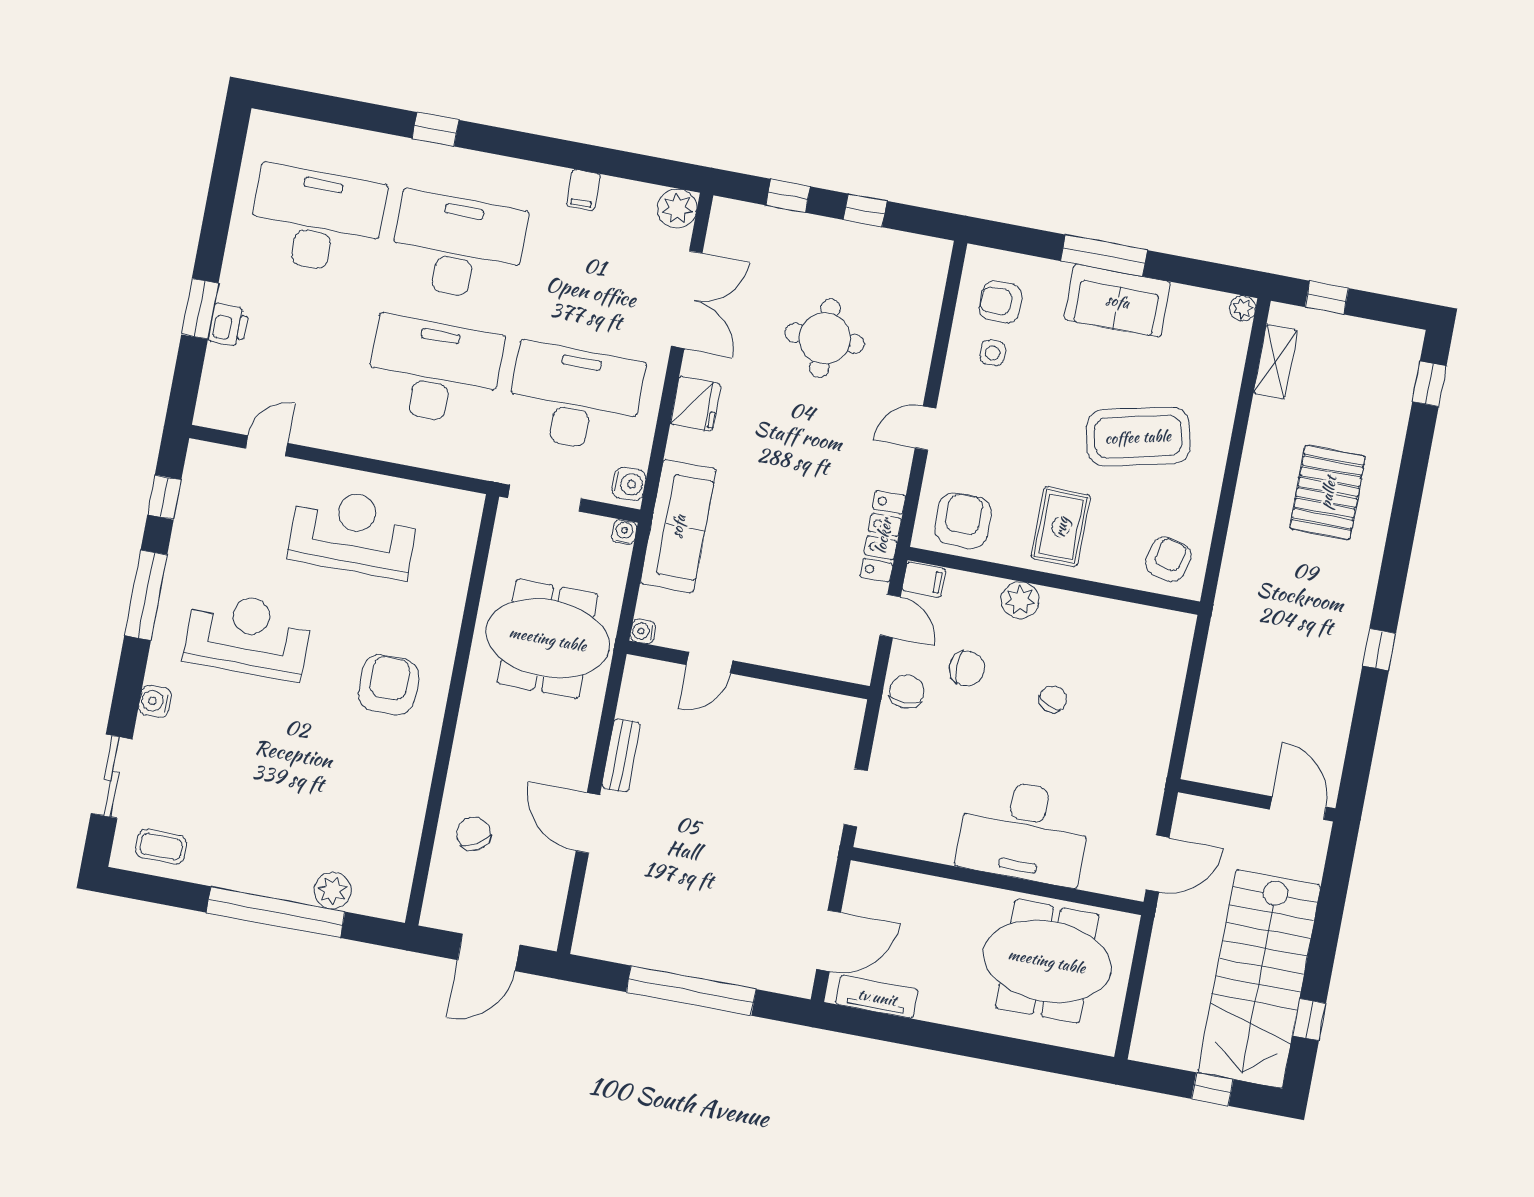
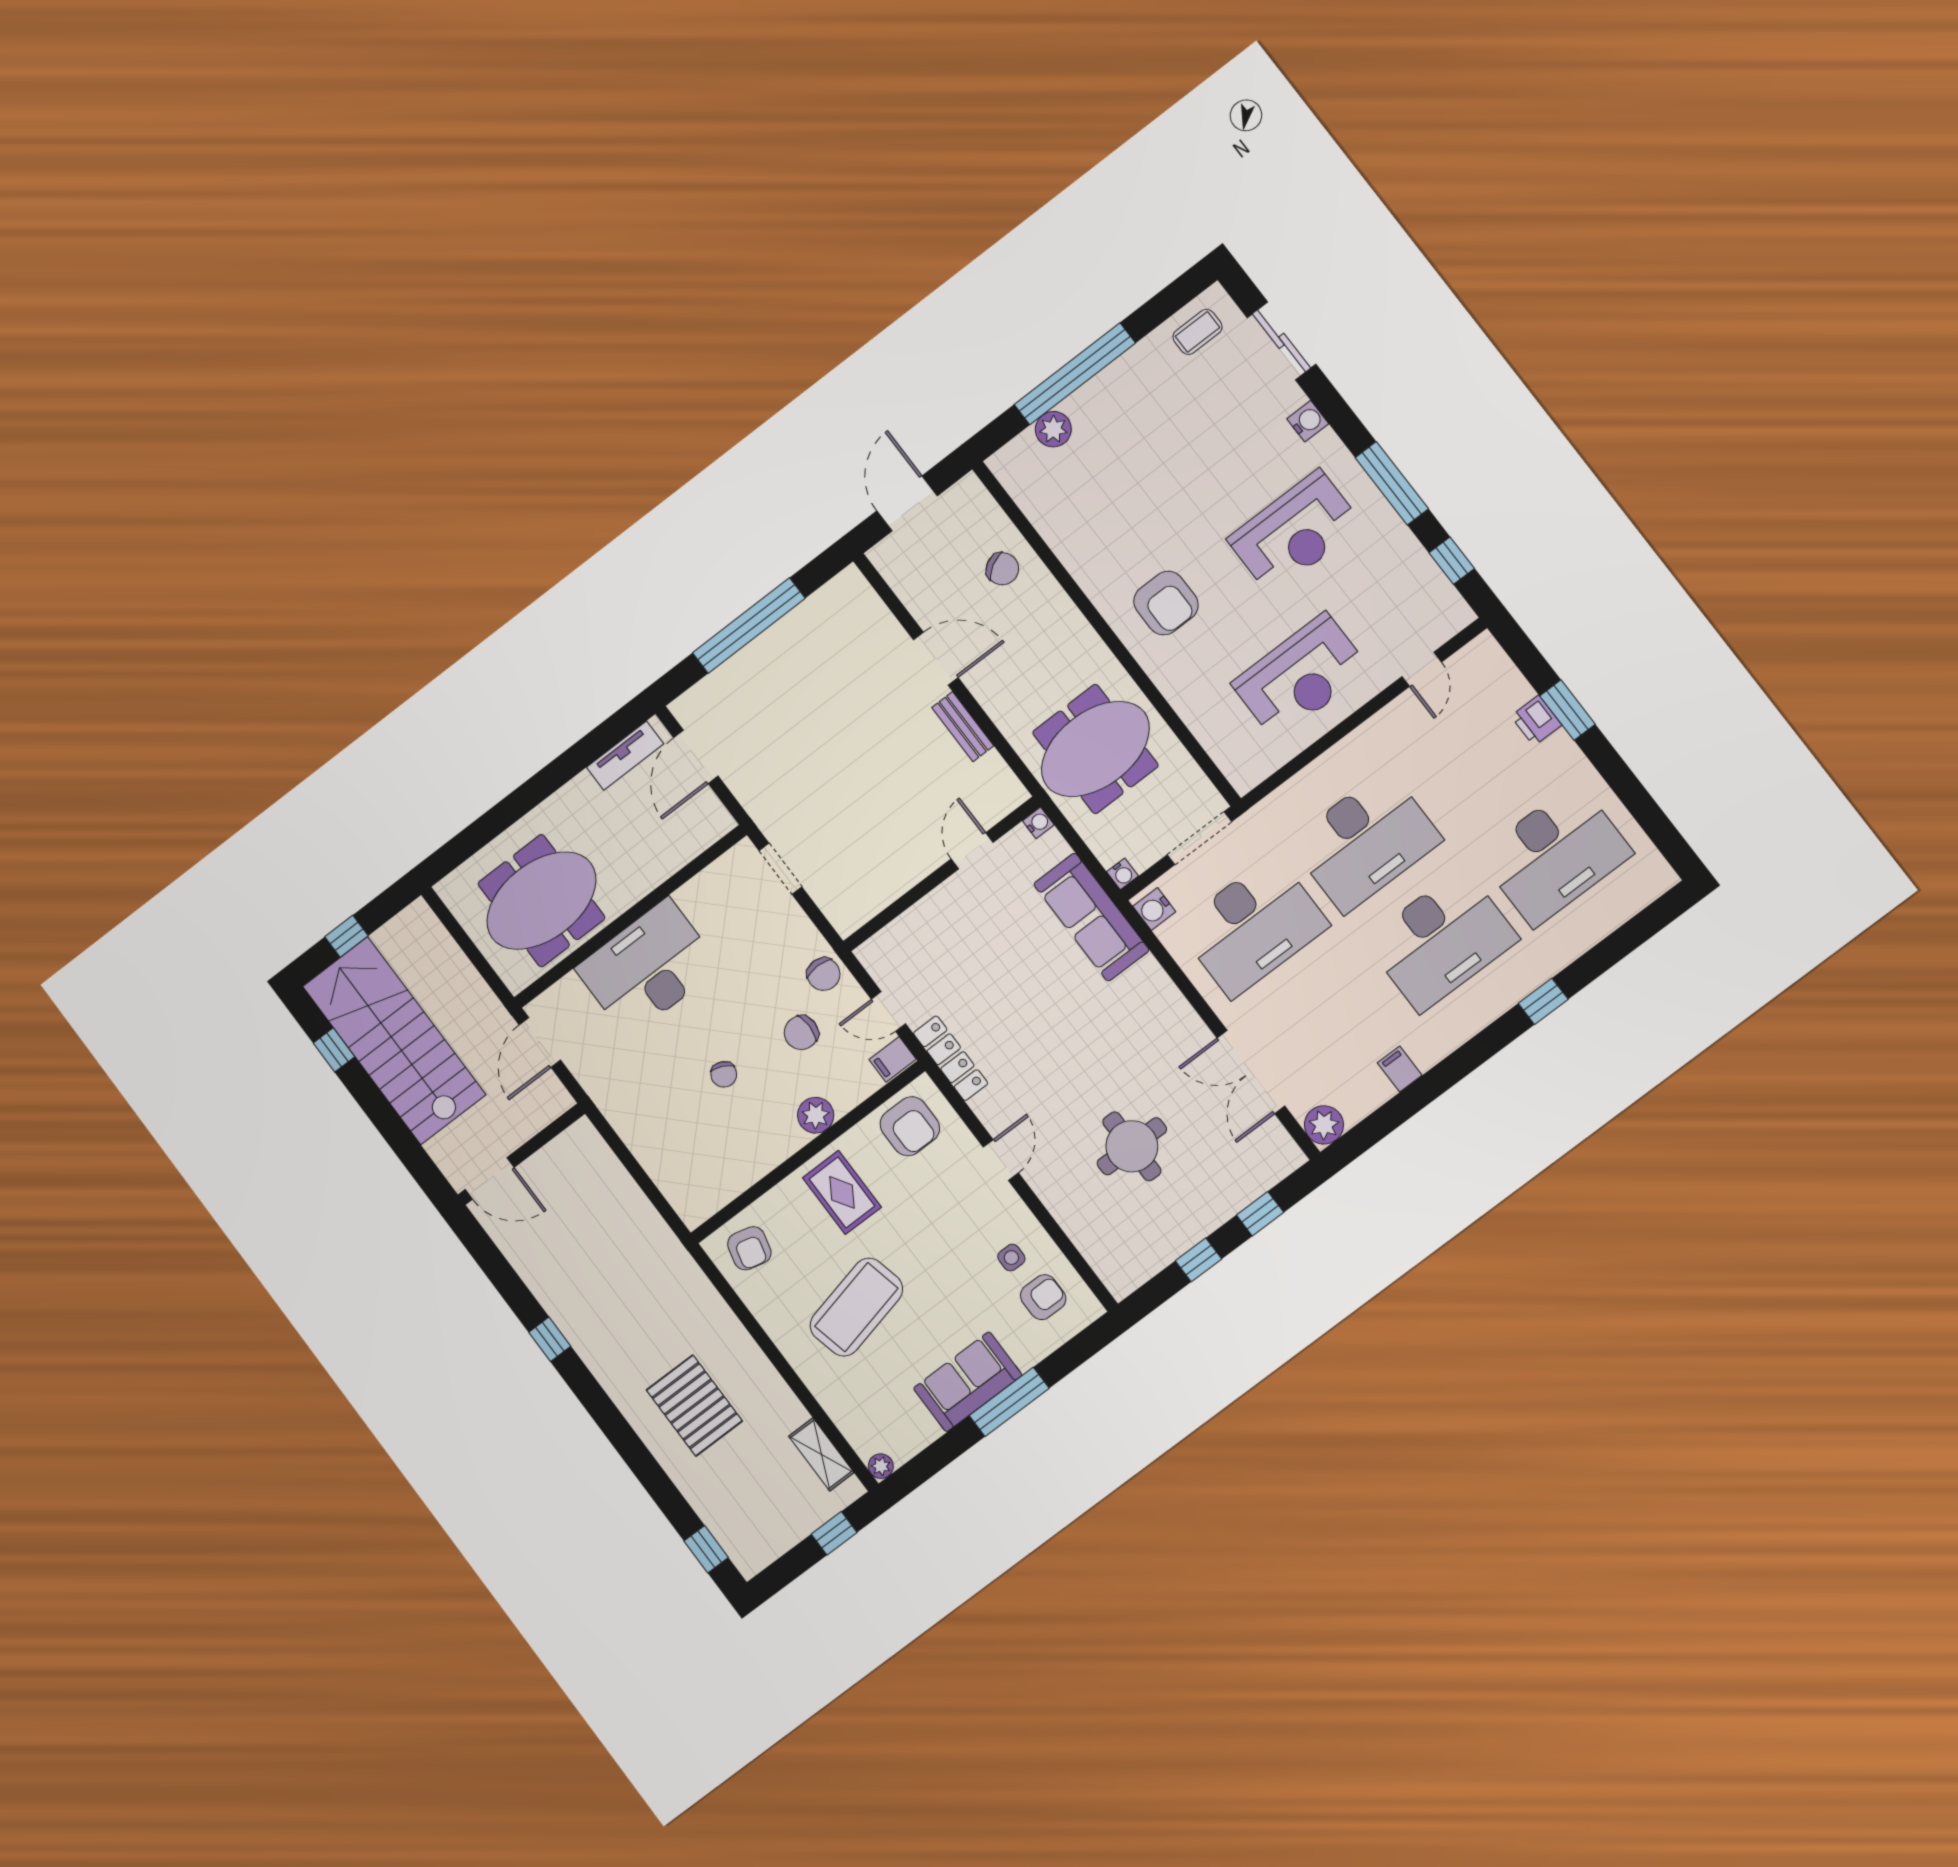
fridge: (696, 404) -> (1169, 1010), removed

